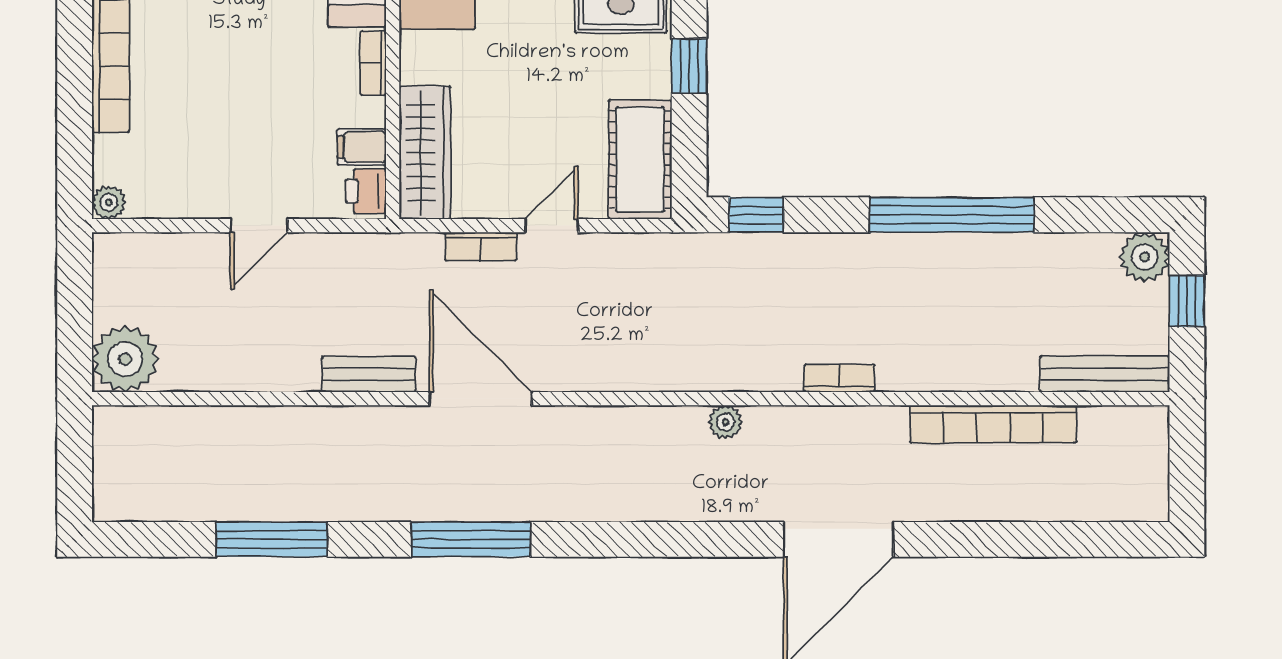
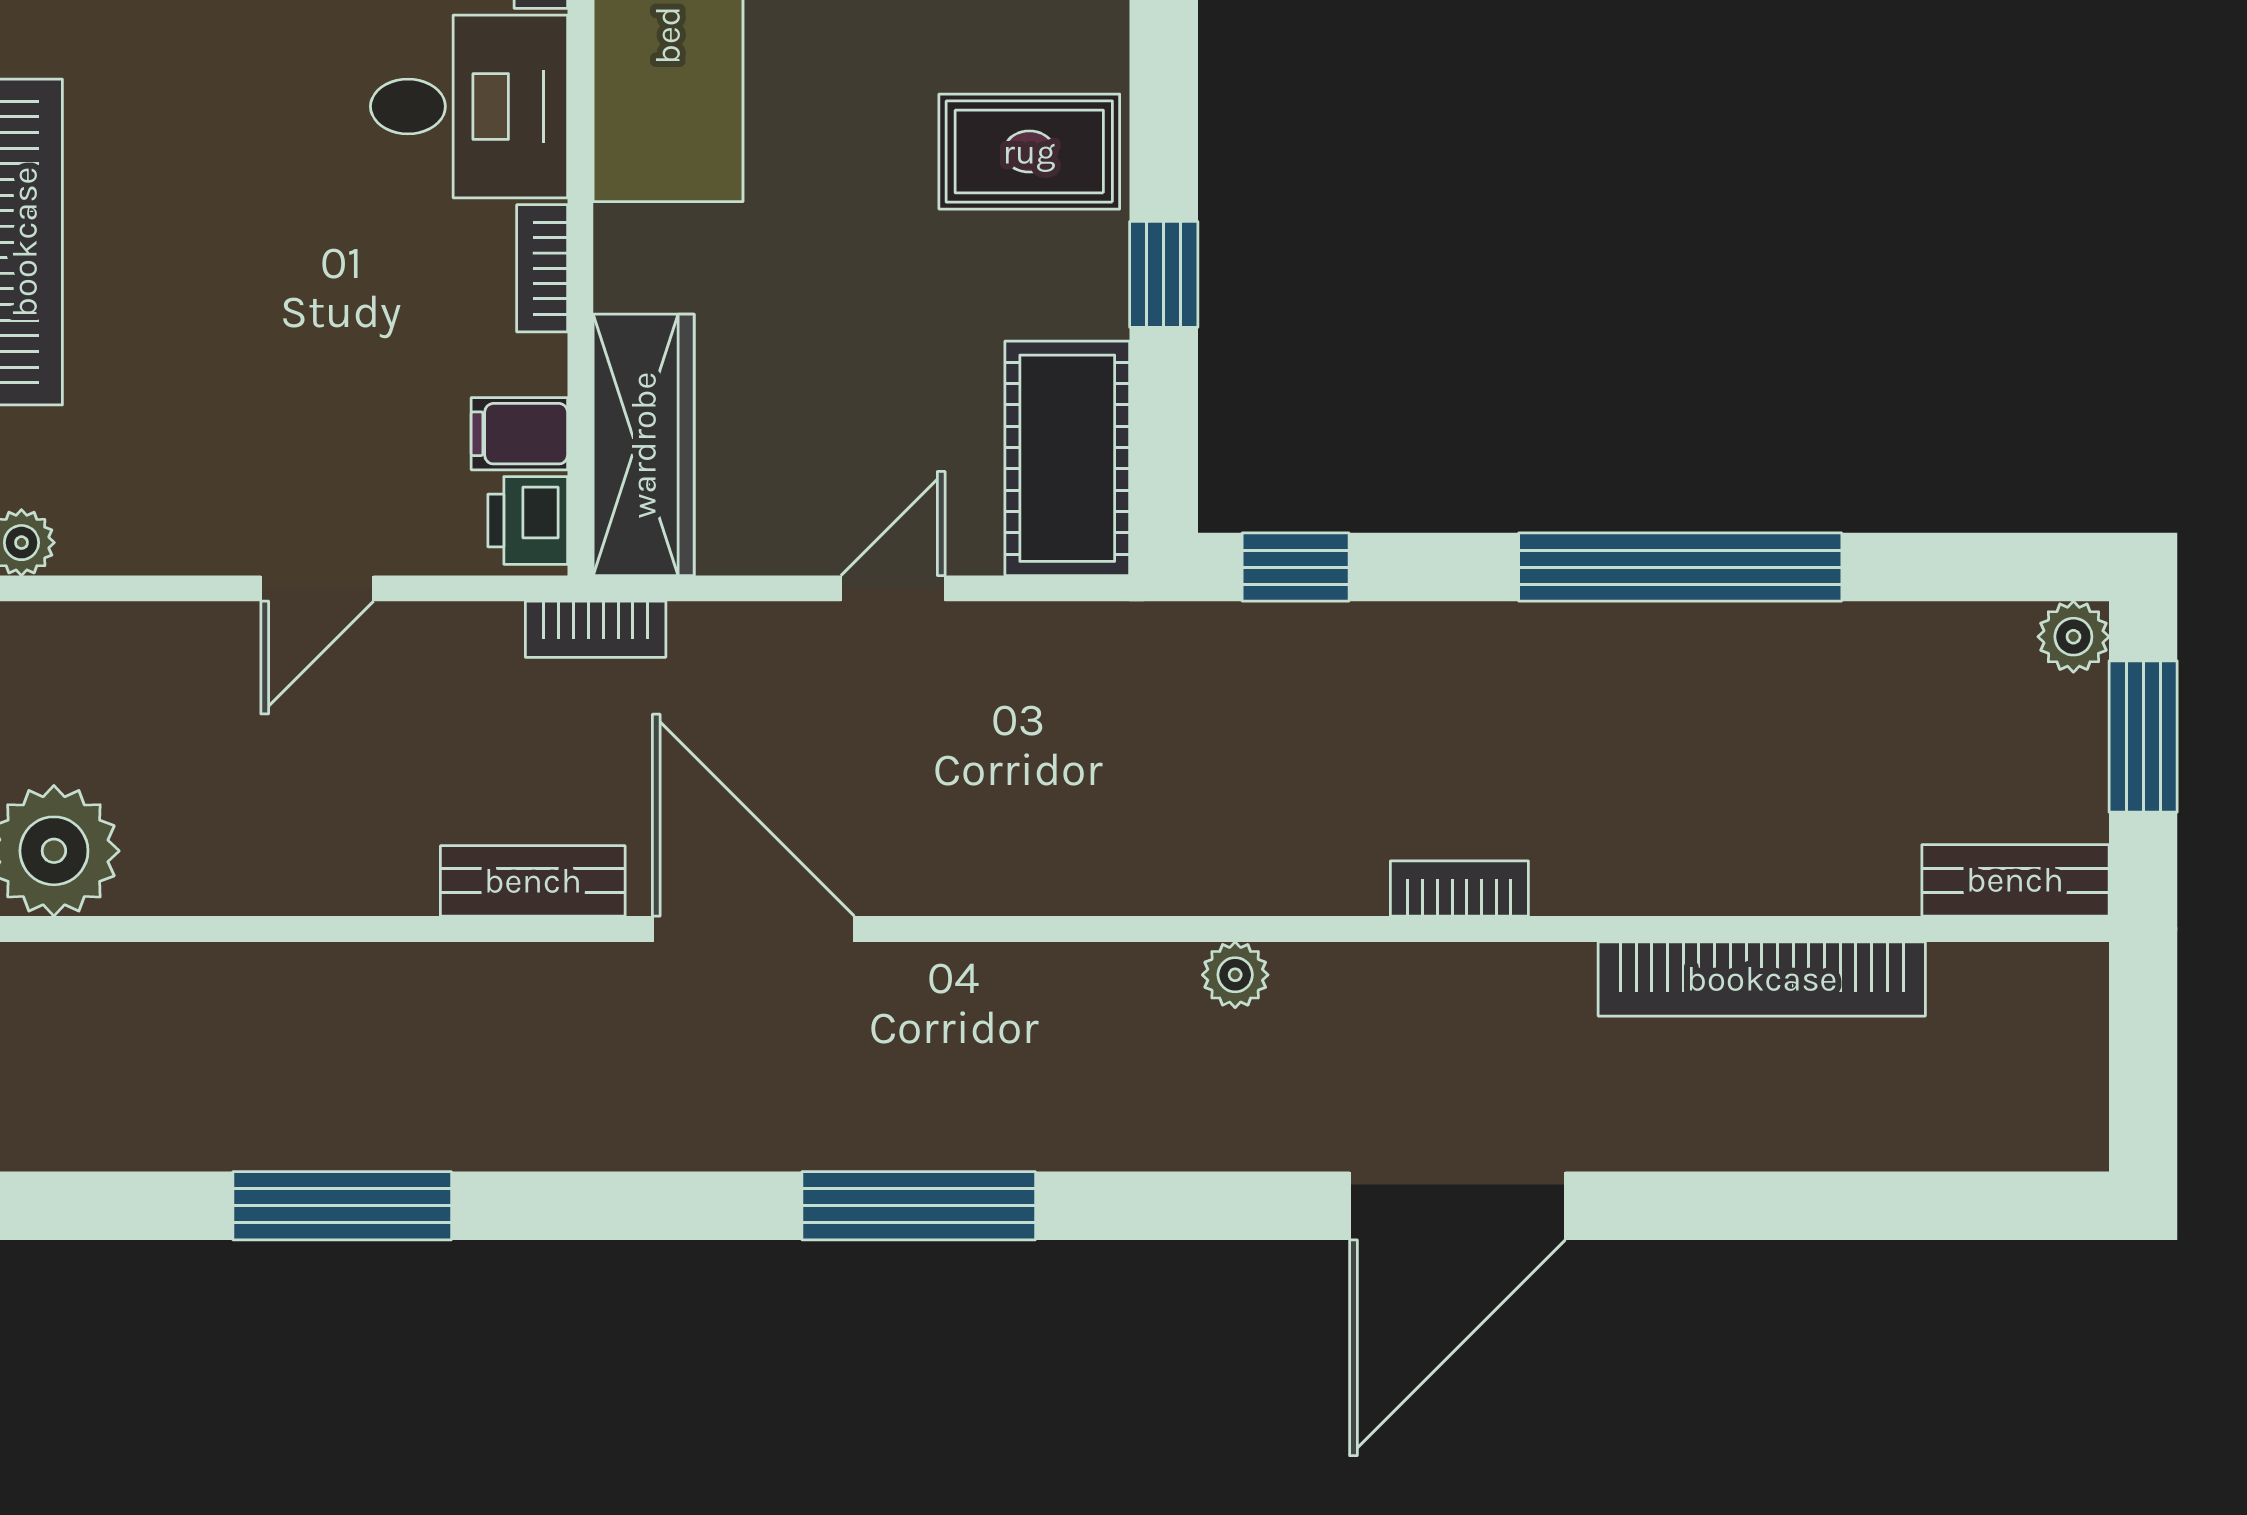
bookcase: (481, 246) -> (596, 629), moved
plant: (1145, 257) -> (2073, 637), width x0.73, depth x0.73
window: (1187, 301) -> (2143, 736), width x1.50
bench: (1105, 374) -> (2015, 880), width x0.73
window: (471, 539) -> (919, 1206), moved

